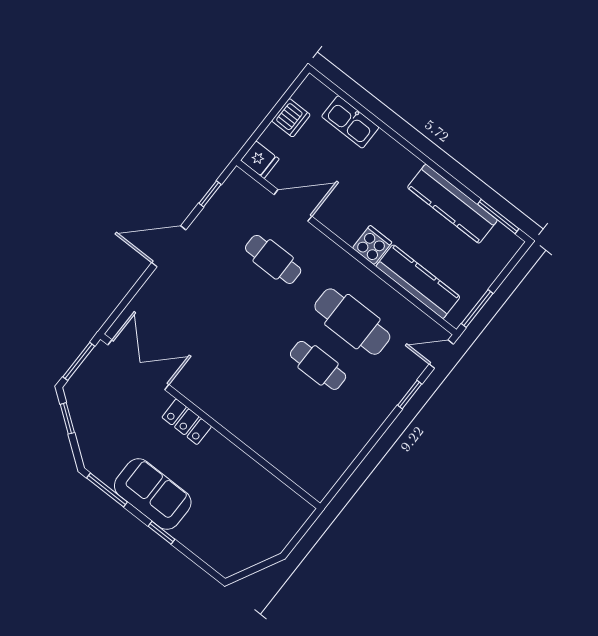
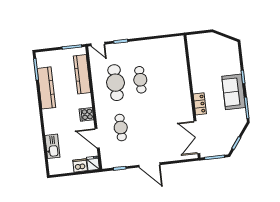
dishwasher: (291, 118) -> (80, 165), moved
cooker: (372, 245) -> (86, 114), moved

